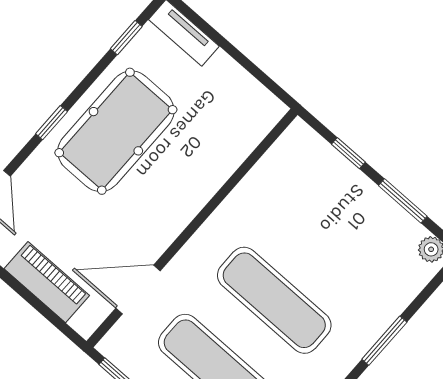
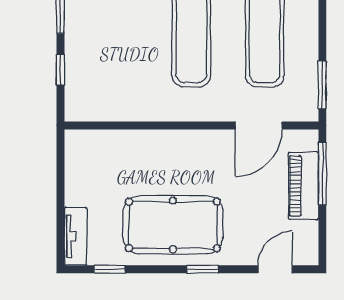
door: (138, 290) -> (259, 125), hinge flipped
window: (43, 309) -> (322, 174), added

